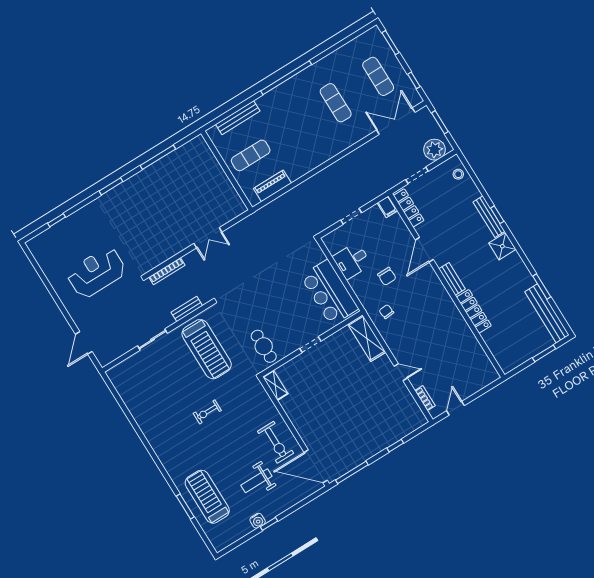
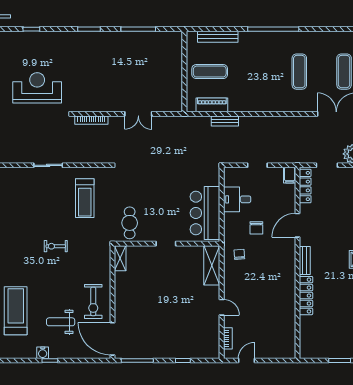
bench: (187, 309) -> (225, 121), moved
treadmill: (207, 349) -> (85, 198), width x0.73, depth x0.73

